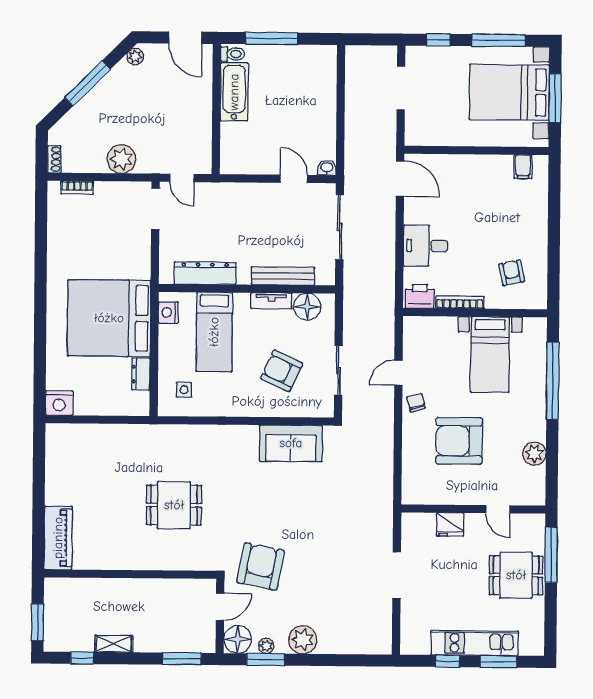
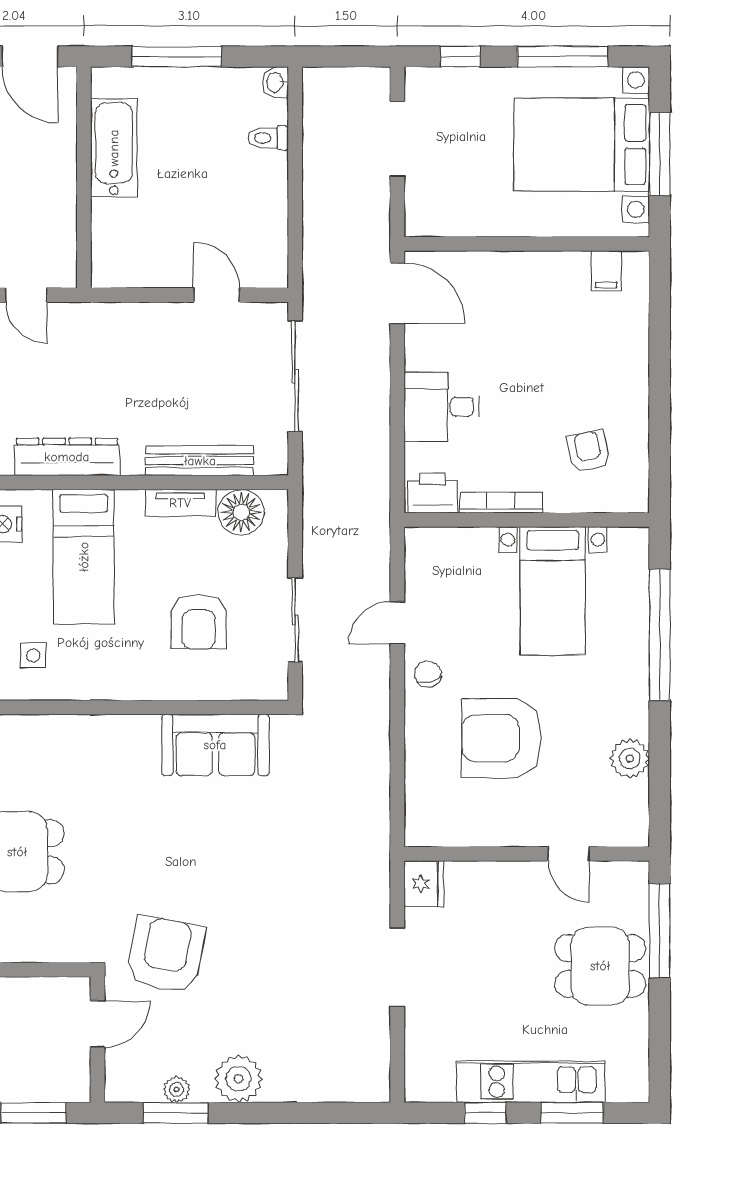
toilet: (233, 54) -> (268, 138), moved, turned 180
washbasin: (327, 168) -> (276, 82), moved, turned -90
armchair: (282, 371) -> (199, 622), turned -115
fridge: (450, 524) -> (424, 884), moved, turned -90
floor lamp: (238, 639) -> (128, 1079), removed

